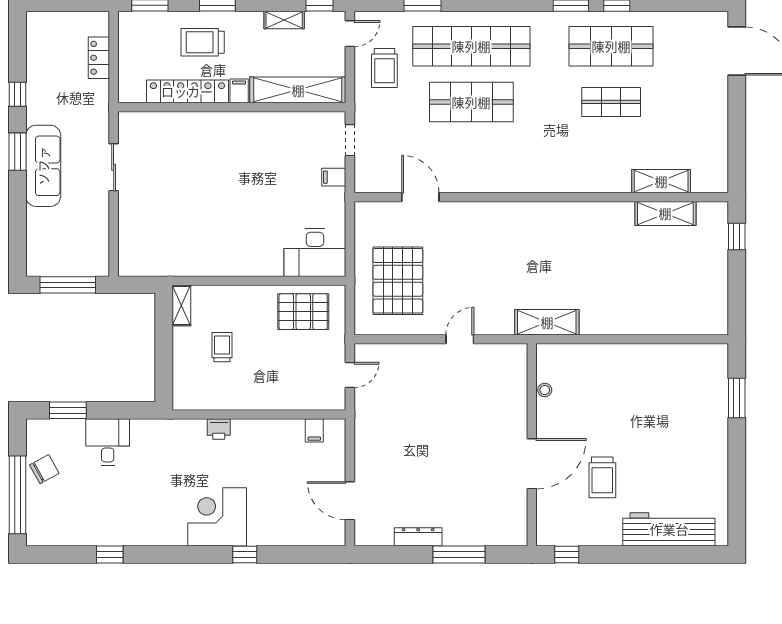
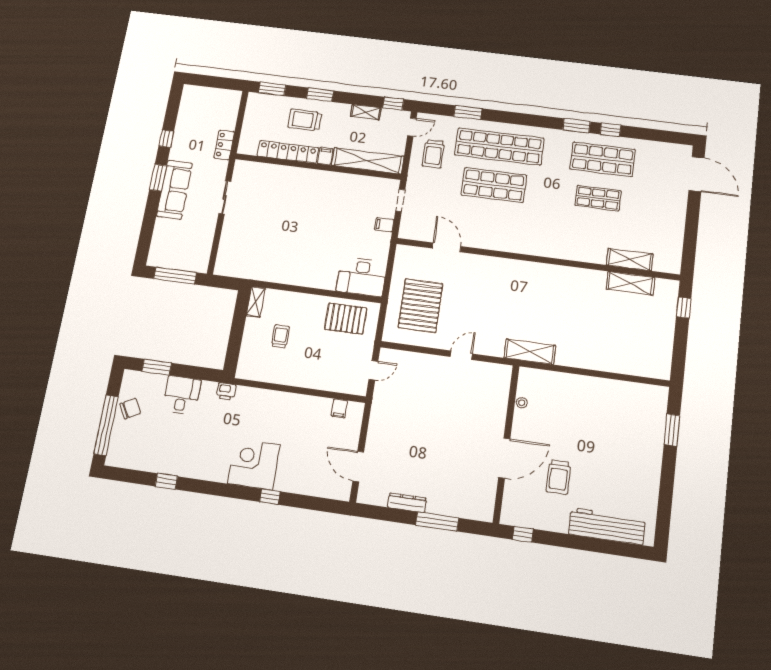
locker: (99, 58) -> (224, 145), moved
printer: (219, 429) -> (226, 391), moved

